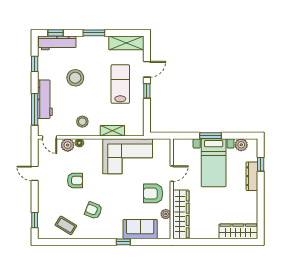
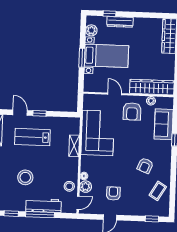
window: (35, 109) -> (40, 215), moved
stool: (82, 122) -> (69, 186), moved
armchair: (75, 181) -> (113, 194), moved

